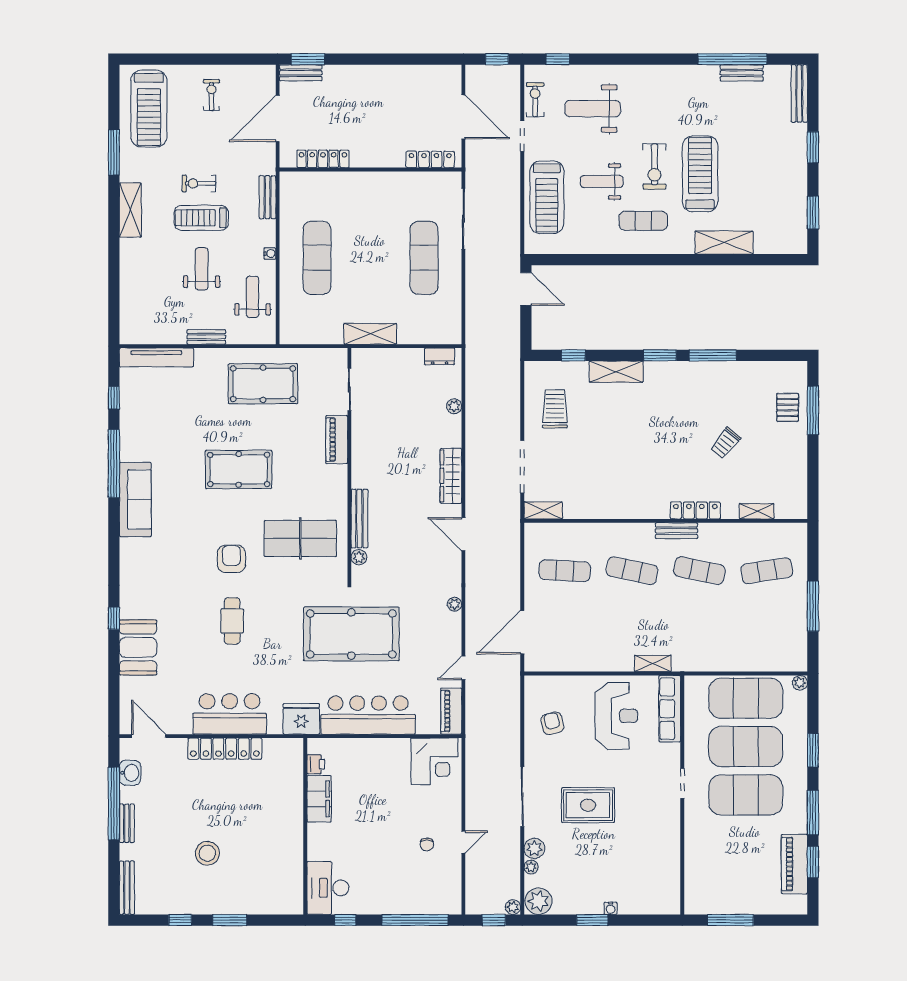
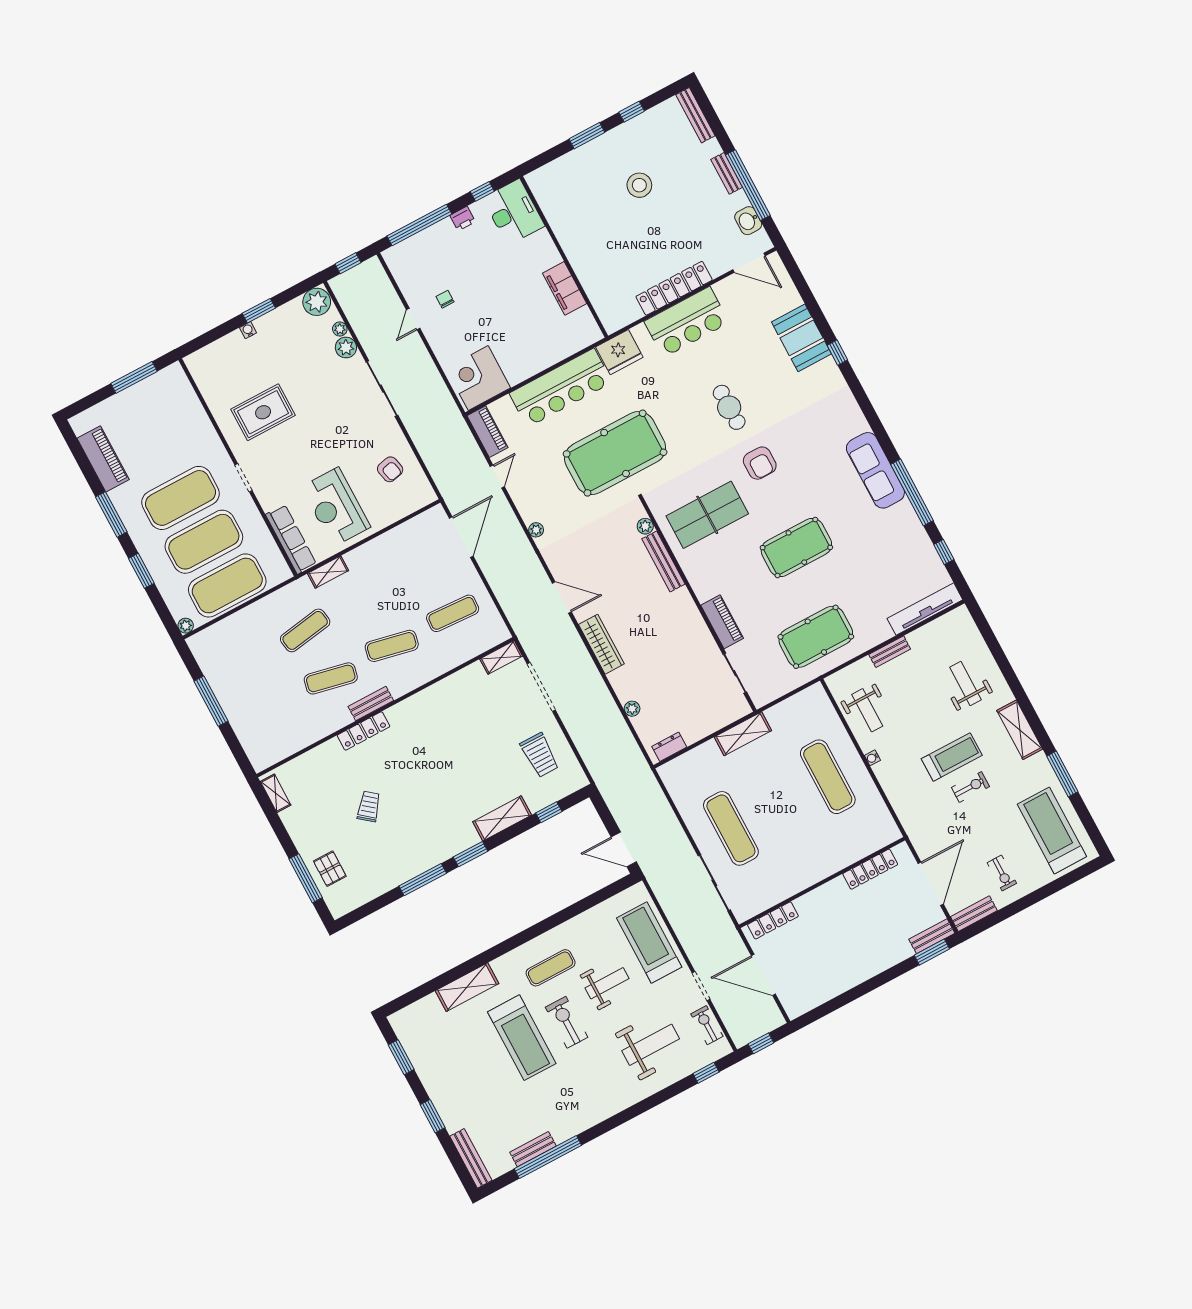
exercise bike: (535, 100) -> (707, 1025), turned 180
bench: (268, 197) -> (974, 914), moved, turned 90
weight bench: (202, 269) -> (966, 684), moved, turned 180
shelving: (757, 511) -> (276, 793), moved, turned 90
exercise mat: (767, 571) -> (305, 630), moved
printer: (316, 764) -> (463, 219), moved, turned -90
rug: (588, 805) -> (263, 412), moved
window: (813, 862) -> (87, 470), removed
plant: (513, 907) -> (337, 284), removed

